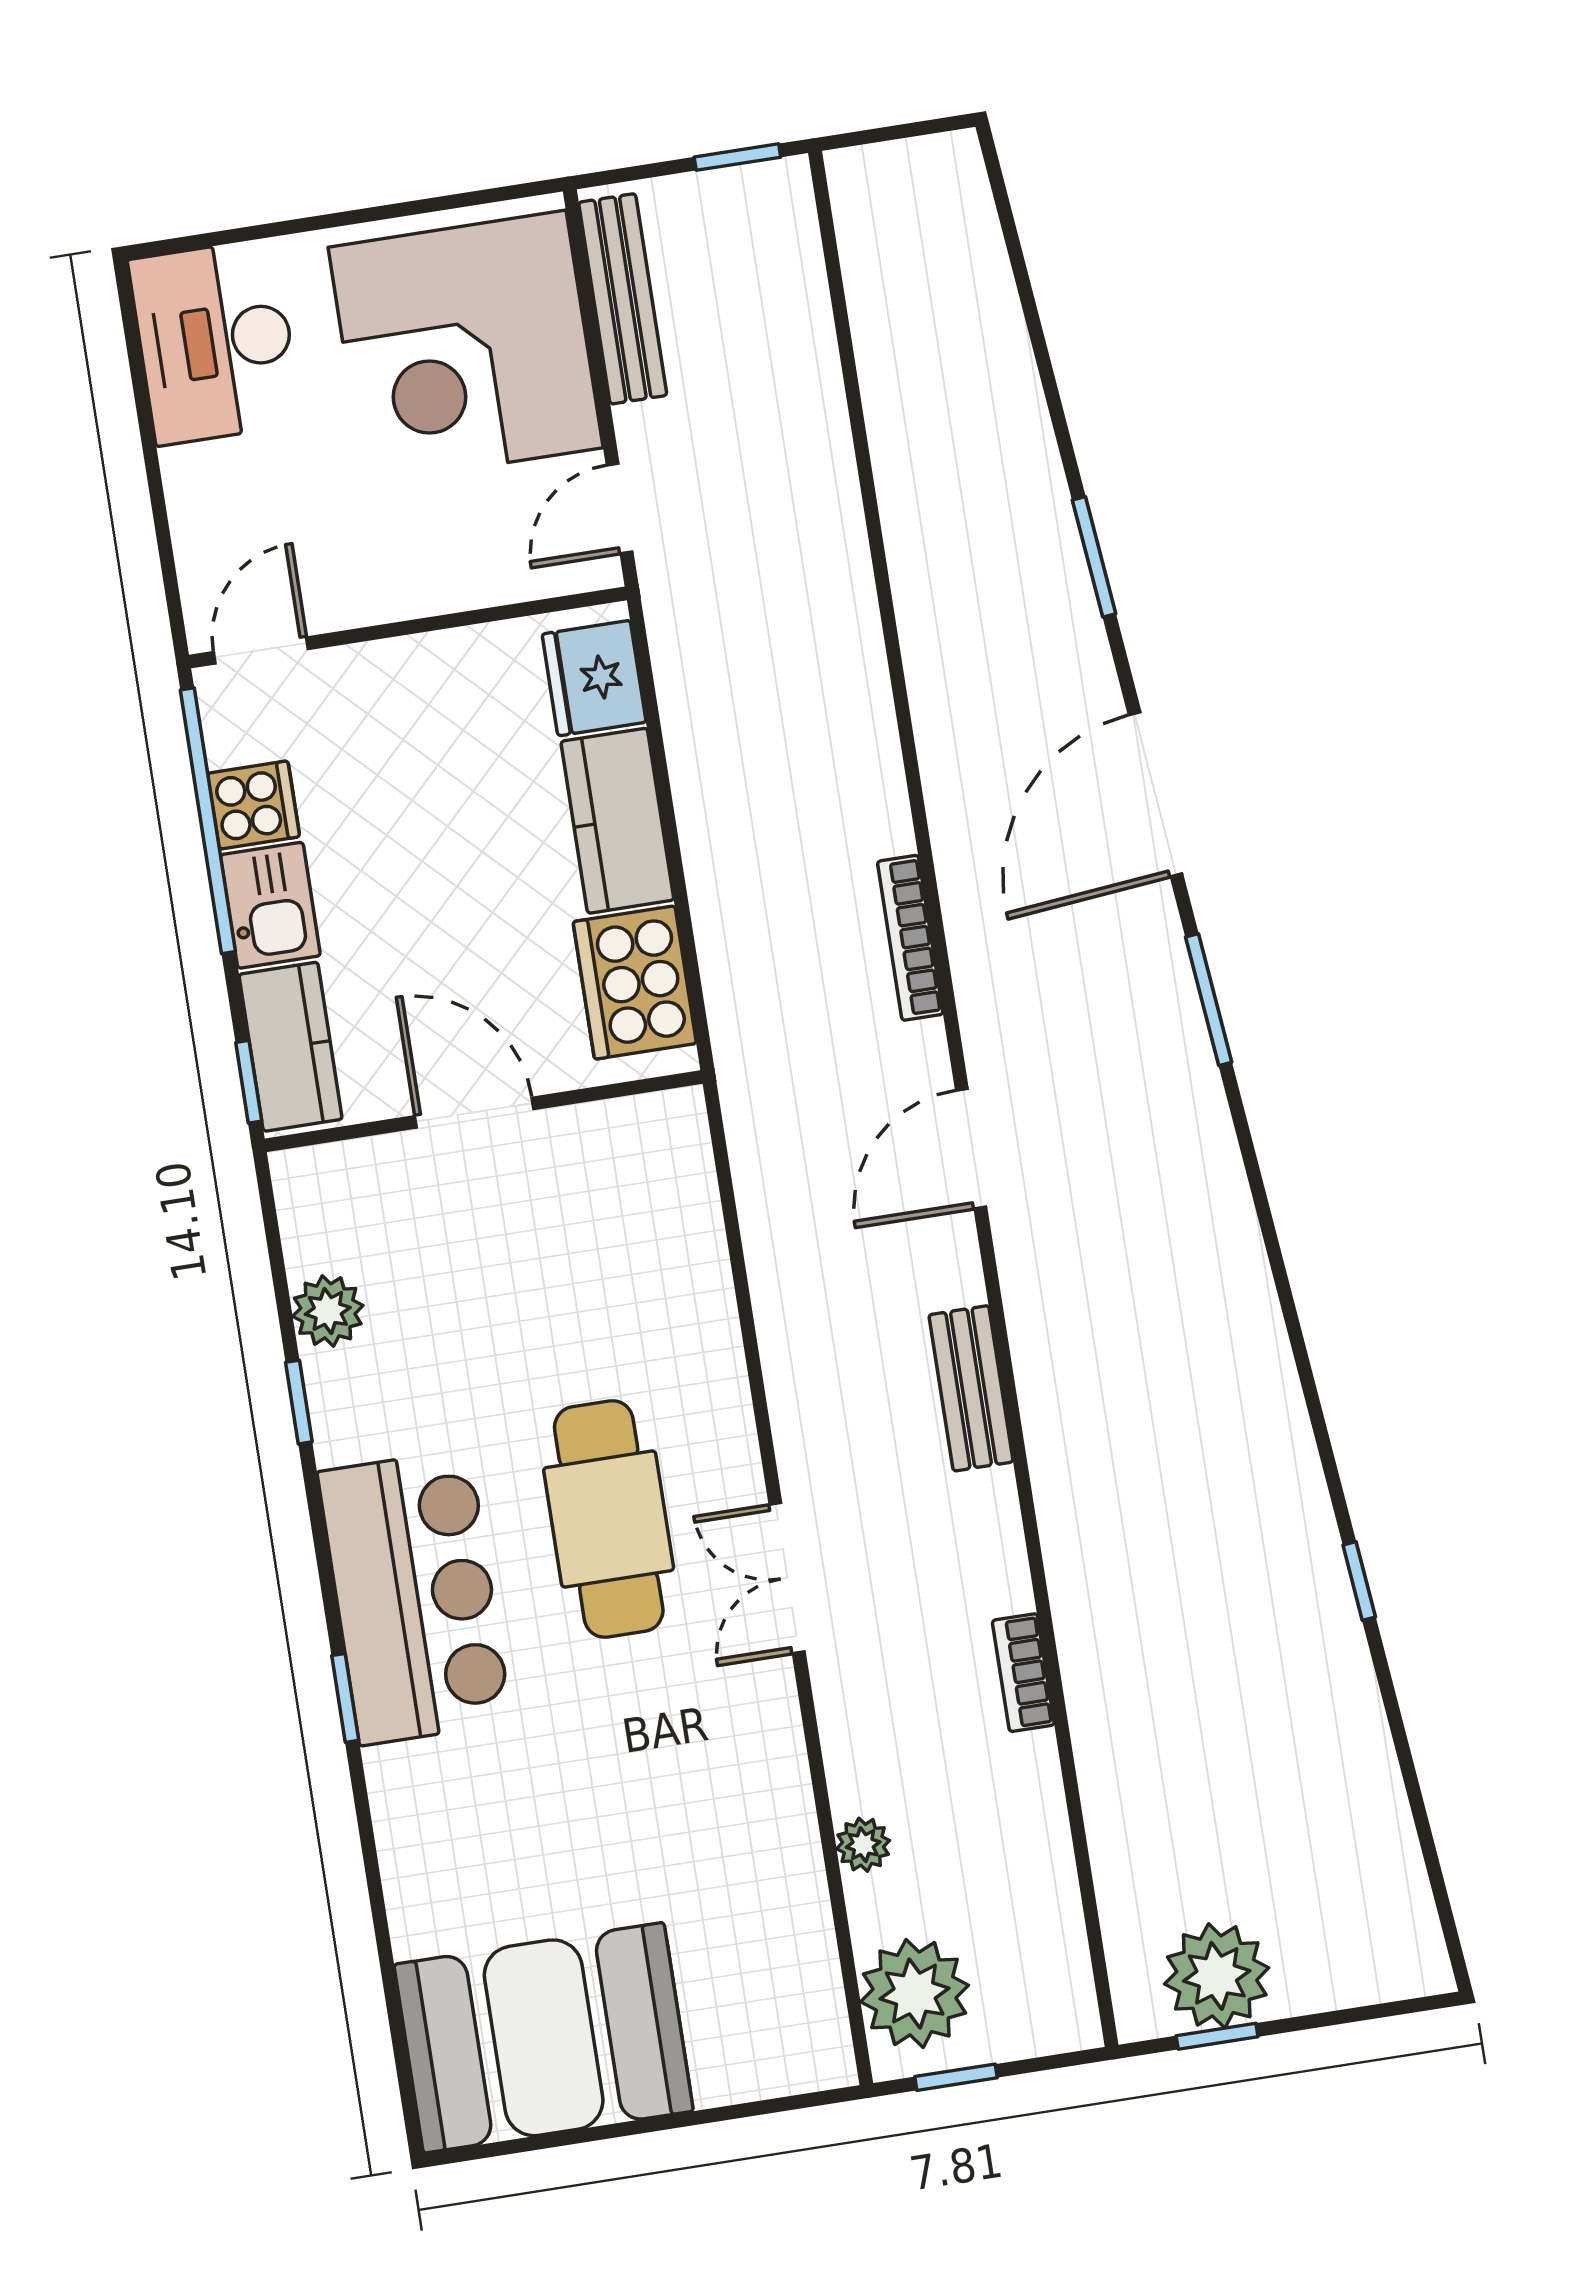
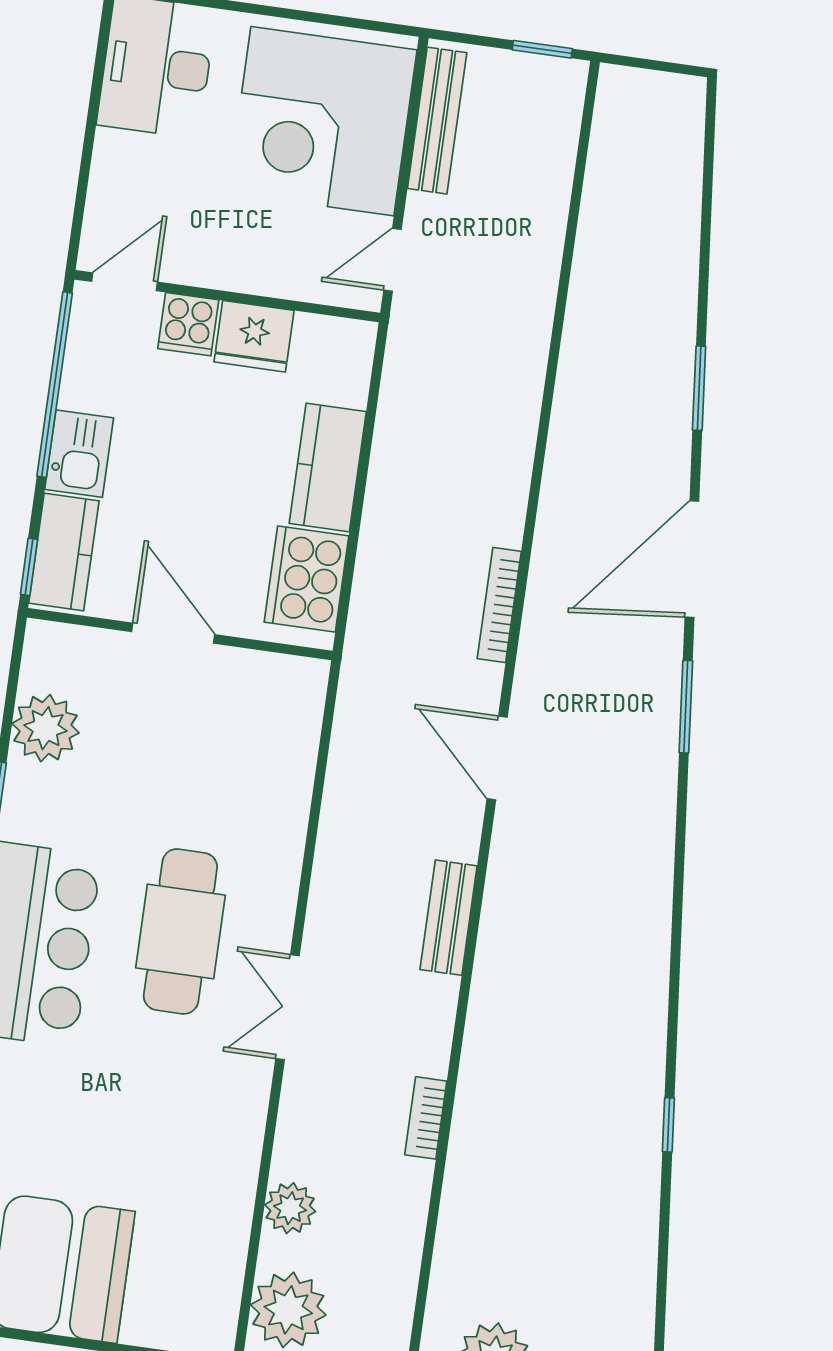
fridge: (594, 678) -> (254, 336), moved, turned -90
cooker: (254, 805) -> (188, 324), moved, turned 90
door: (971, 1149) -> (497, 758), hinge flipped
plant: (328, 1311) -> (46, 728), width x1.36, depth x1.36
plant: (863, 1845) -> (290, 1208), width x1.38, depth x1.38

